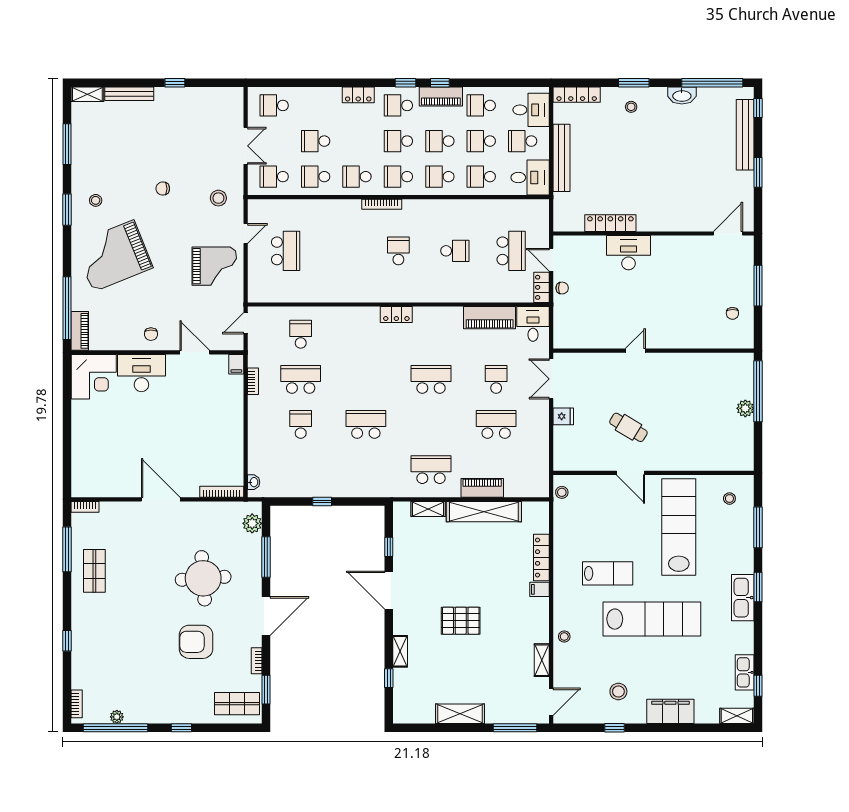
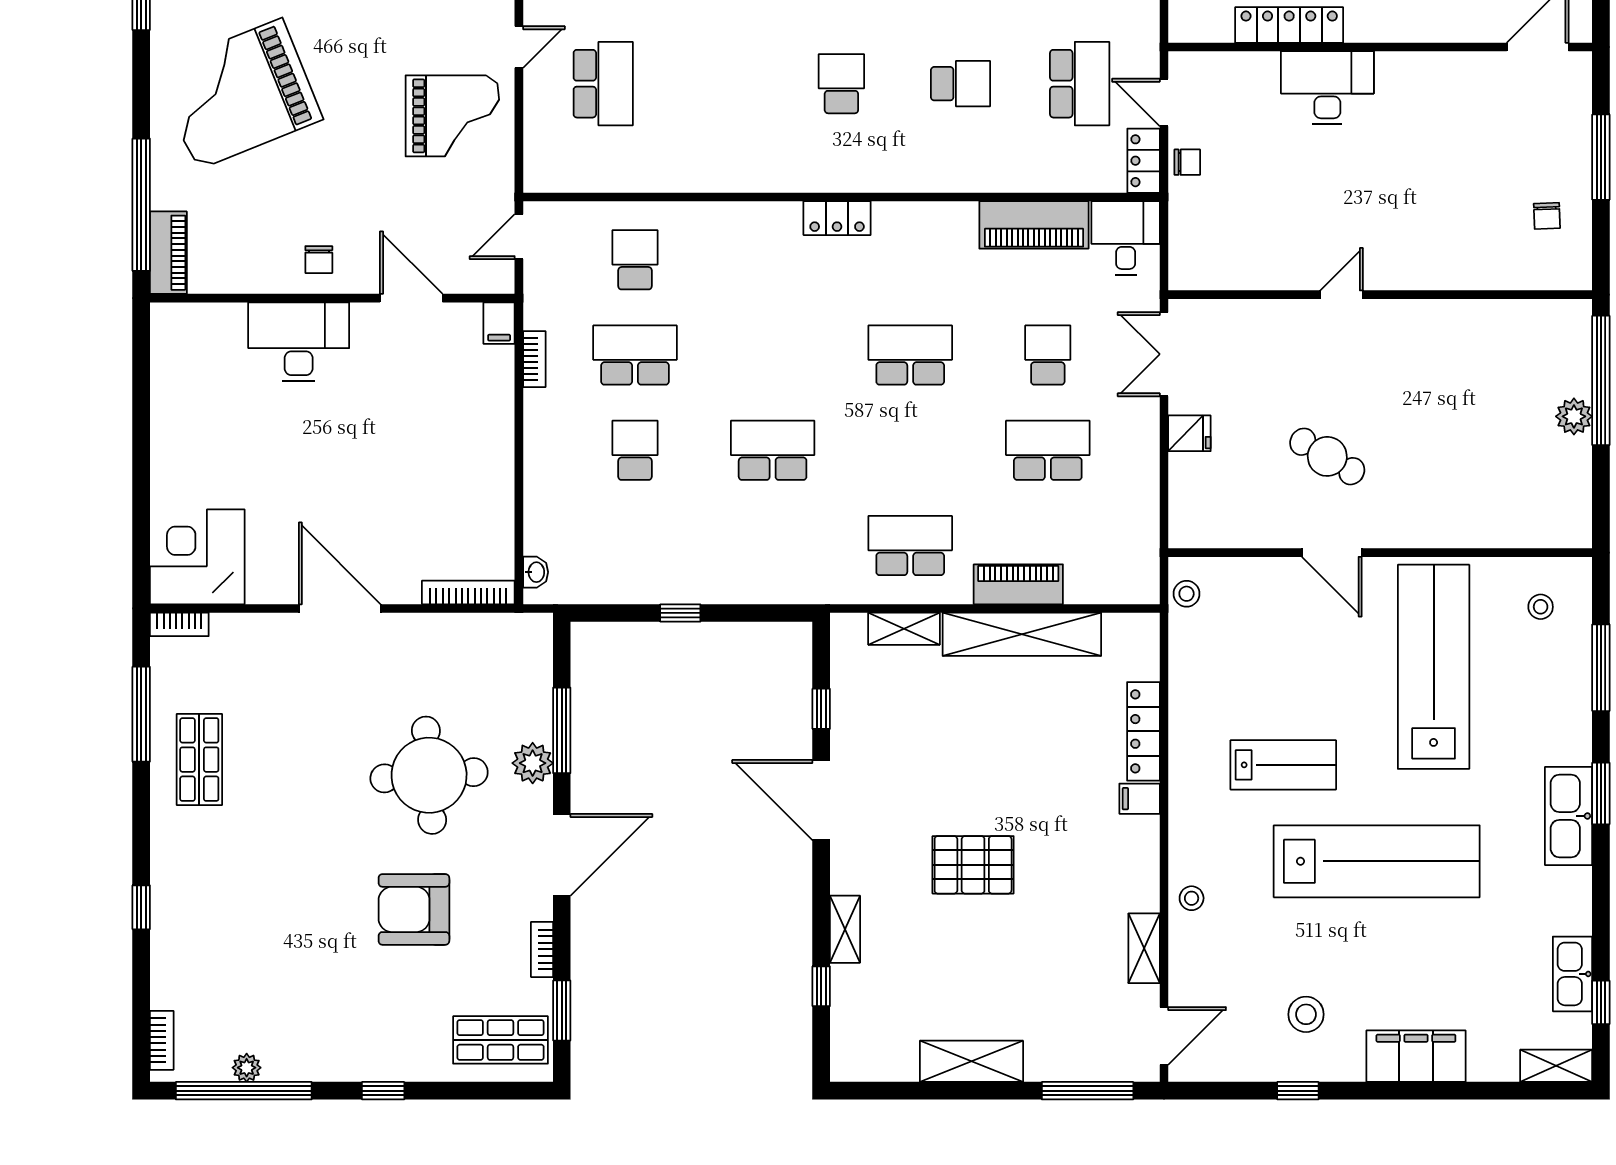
corner desk: (94, 377) -> (197, 557), moved, turned 180
plant: (252, 523) -> (533, 763), moved

